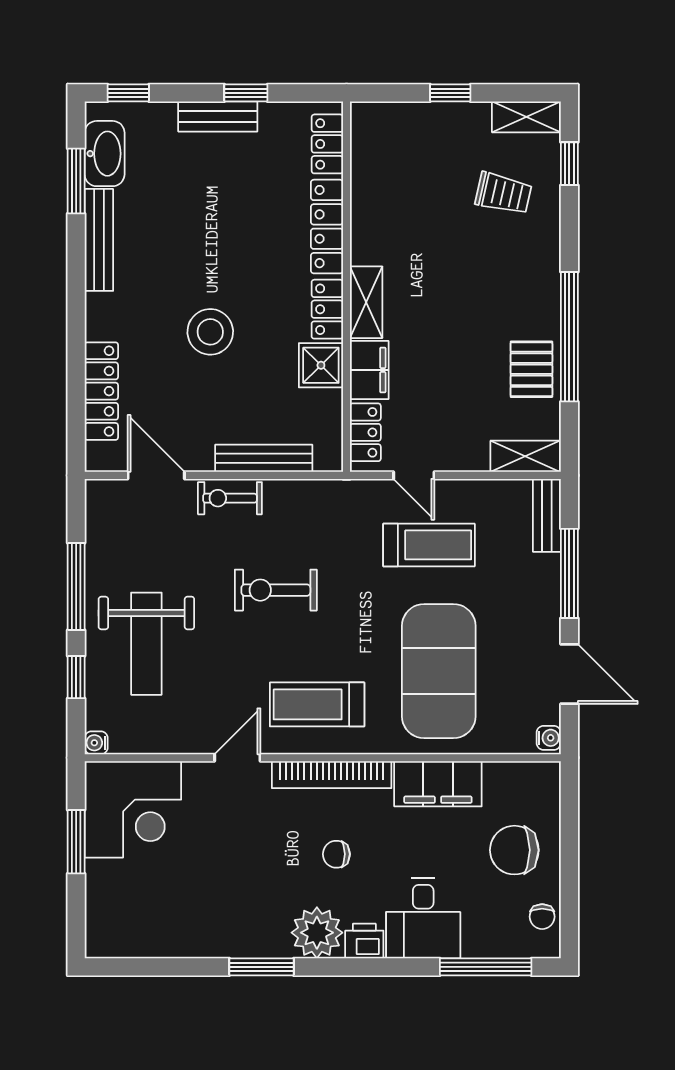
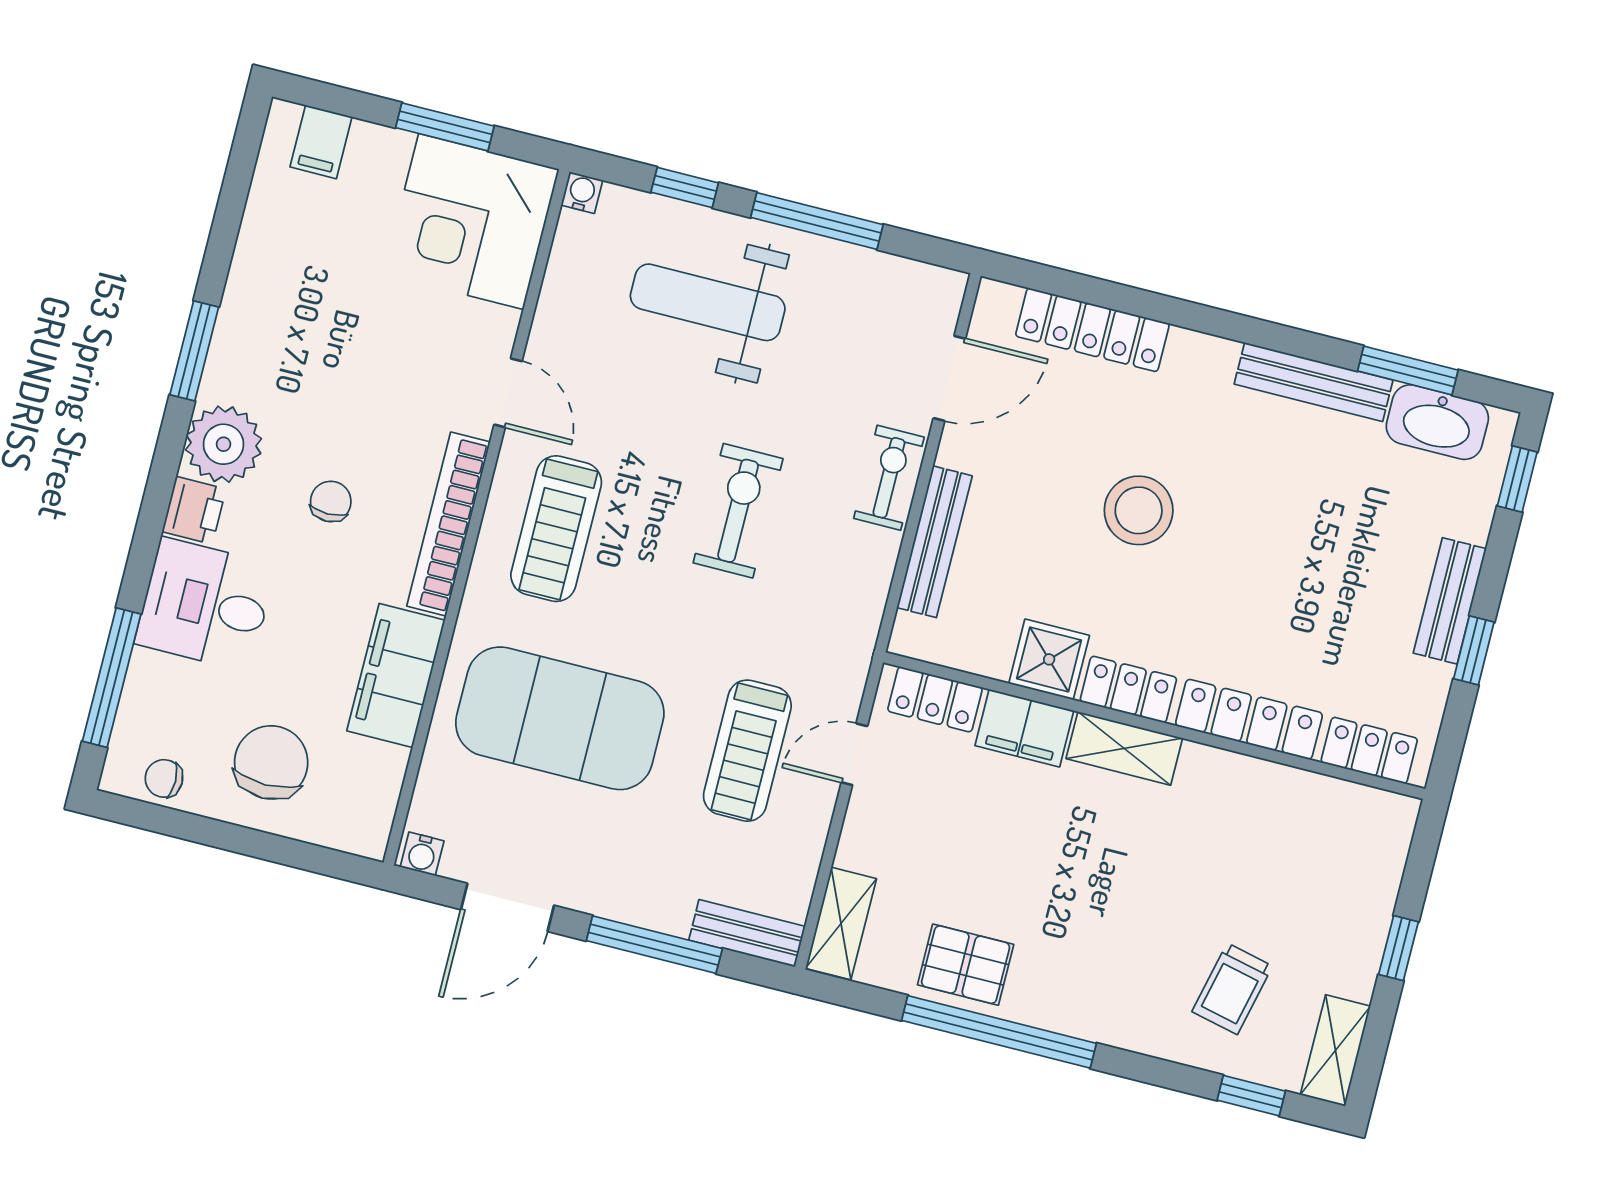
treadmill: (317, 704) -> (556, 529), turned 180
filing cabinet: (106, 919) -> (321, 142), added

